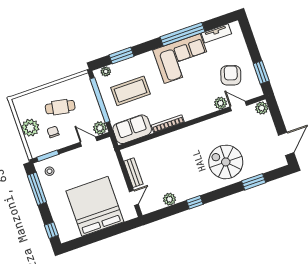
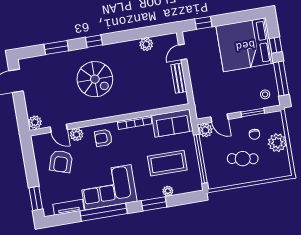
window: (122, 56) -> (154, 204), moved
plant: (106, 71) -> (168, 191), moved
window: (261, 72) -> (36, 198), moved
armchair: (195, 104) -> (103, 138), added
window: (48, 156) -> (253, 113), moved
spiral stairs: (226, 162) -> (95, 79), moved
window: (195, 202) -> (94, 41), moved
bed: (95, 206) -> (245, 45), moved, turned 90
window: (119, 229) -> (203, 23), added
window: (51, 230) -> (276, 45), moved

